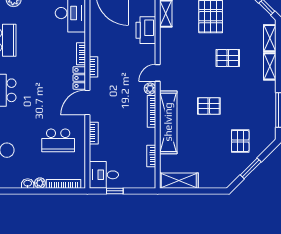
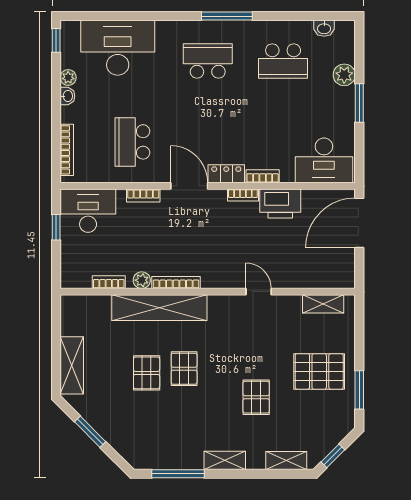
printer: (146, 30) -> (280, 204), moved, turned 180
shelving: (270, 66) -> (225, 460), moved
door: (158, 73) -> (259, 292), moved
plant: (150, 89) -> (142, 280), moved
pallet: (240, 141) -> (147, 373), moved, turned 90
desk: (104, 175) -> (88, 211), width x1.37
shelving: (179, 181) -> (72, 365), moved
plant: (40, 183) -> (68, 78), moved

